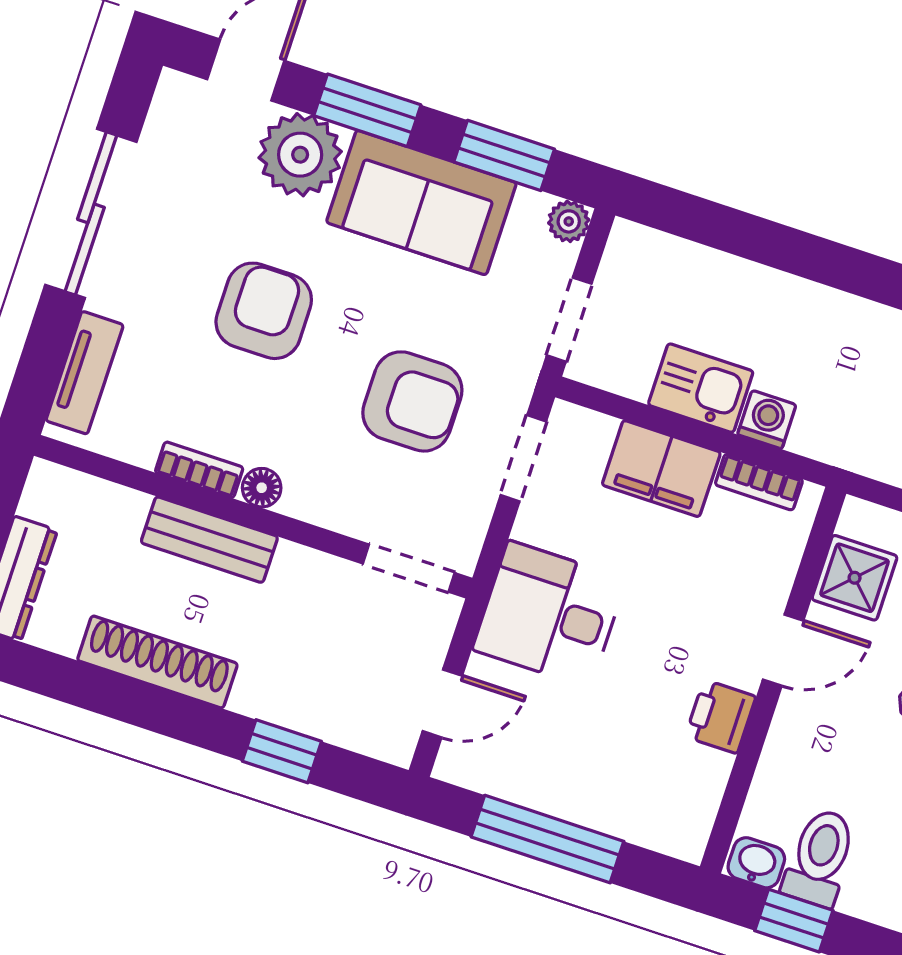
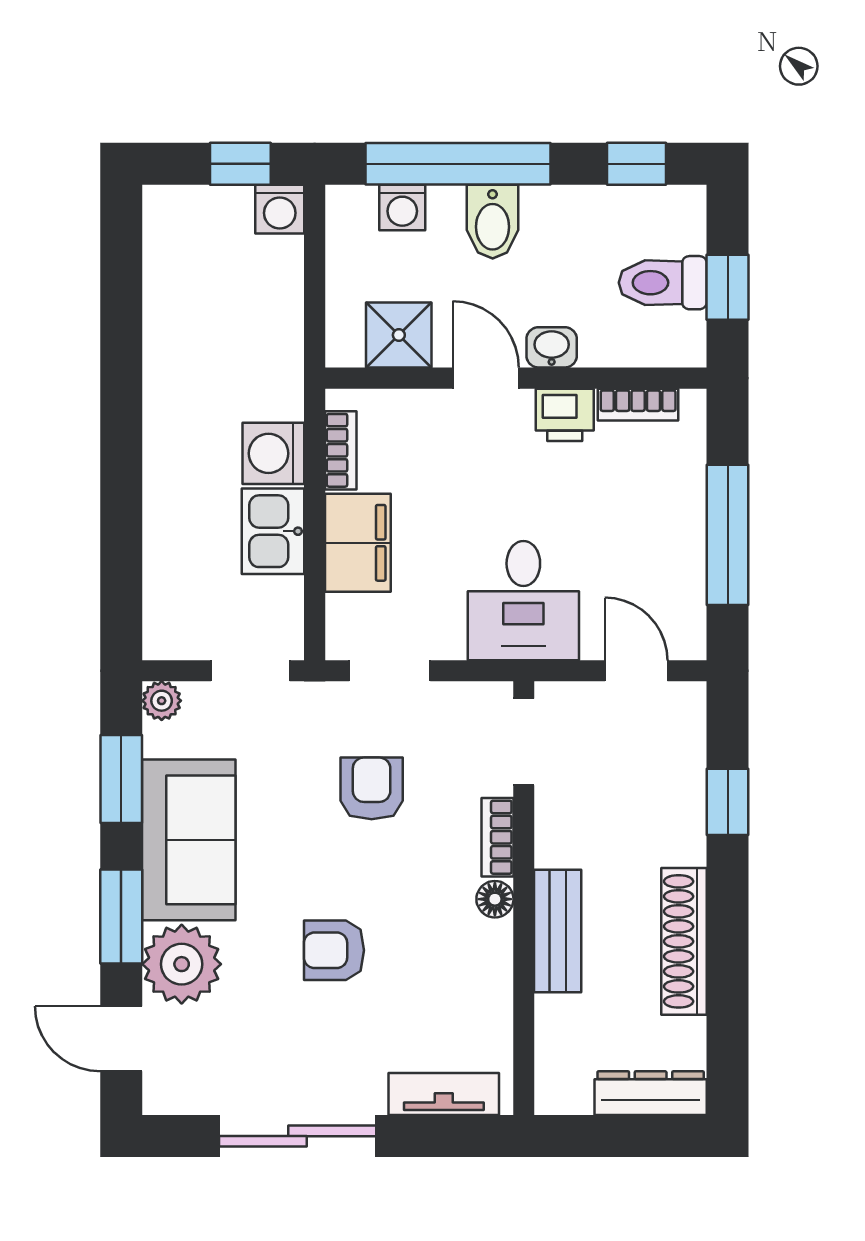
armchair: (264, 311) -> (334, 950), width x0.72, depth x0.72
armchair: (412, 401) -> (372, 788), width x0.72, depth x0.72
washing machine: (767, 420) -> (273, 453), width x1.38, depth x1.38
bookcase: (199, 470) -> (498, 837), moved
bookcase: (707, 793) -> (638, 405), added
washbasin: (756, 863) -> (552, 347), moved, turned 90

